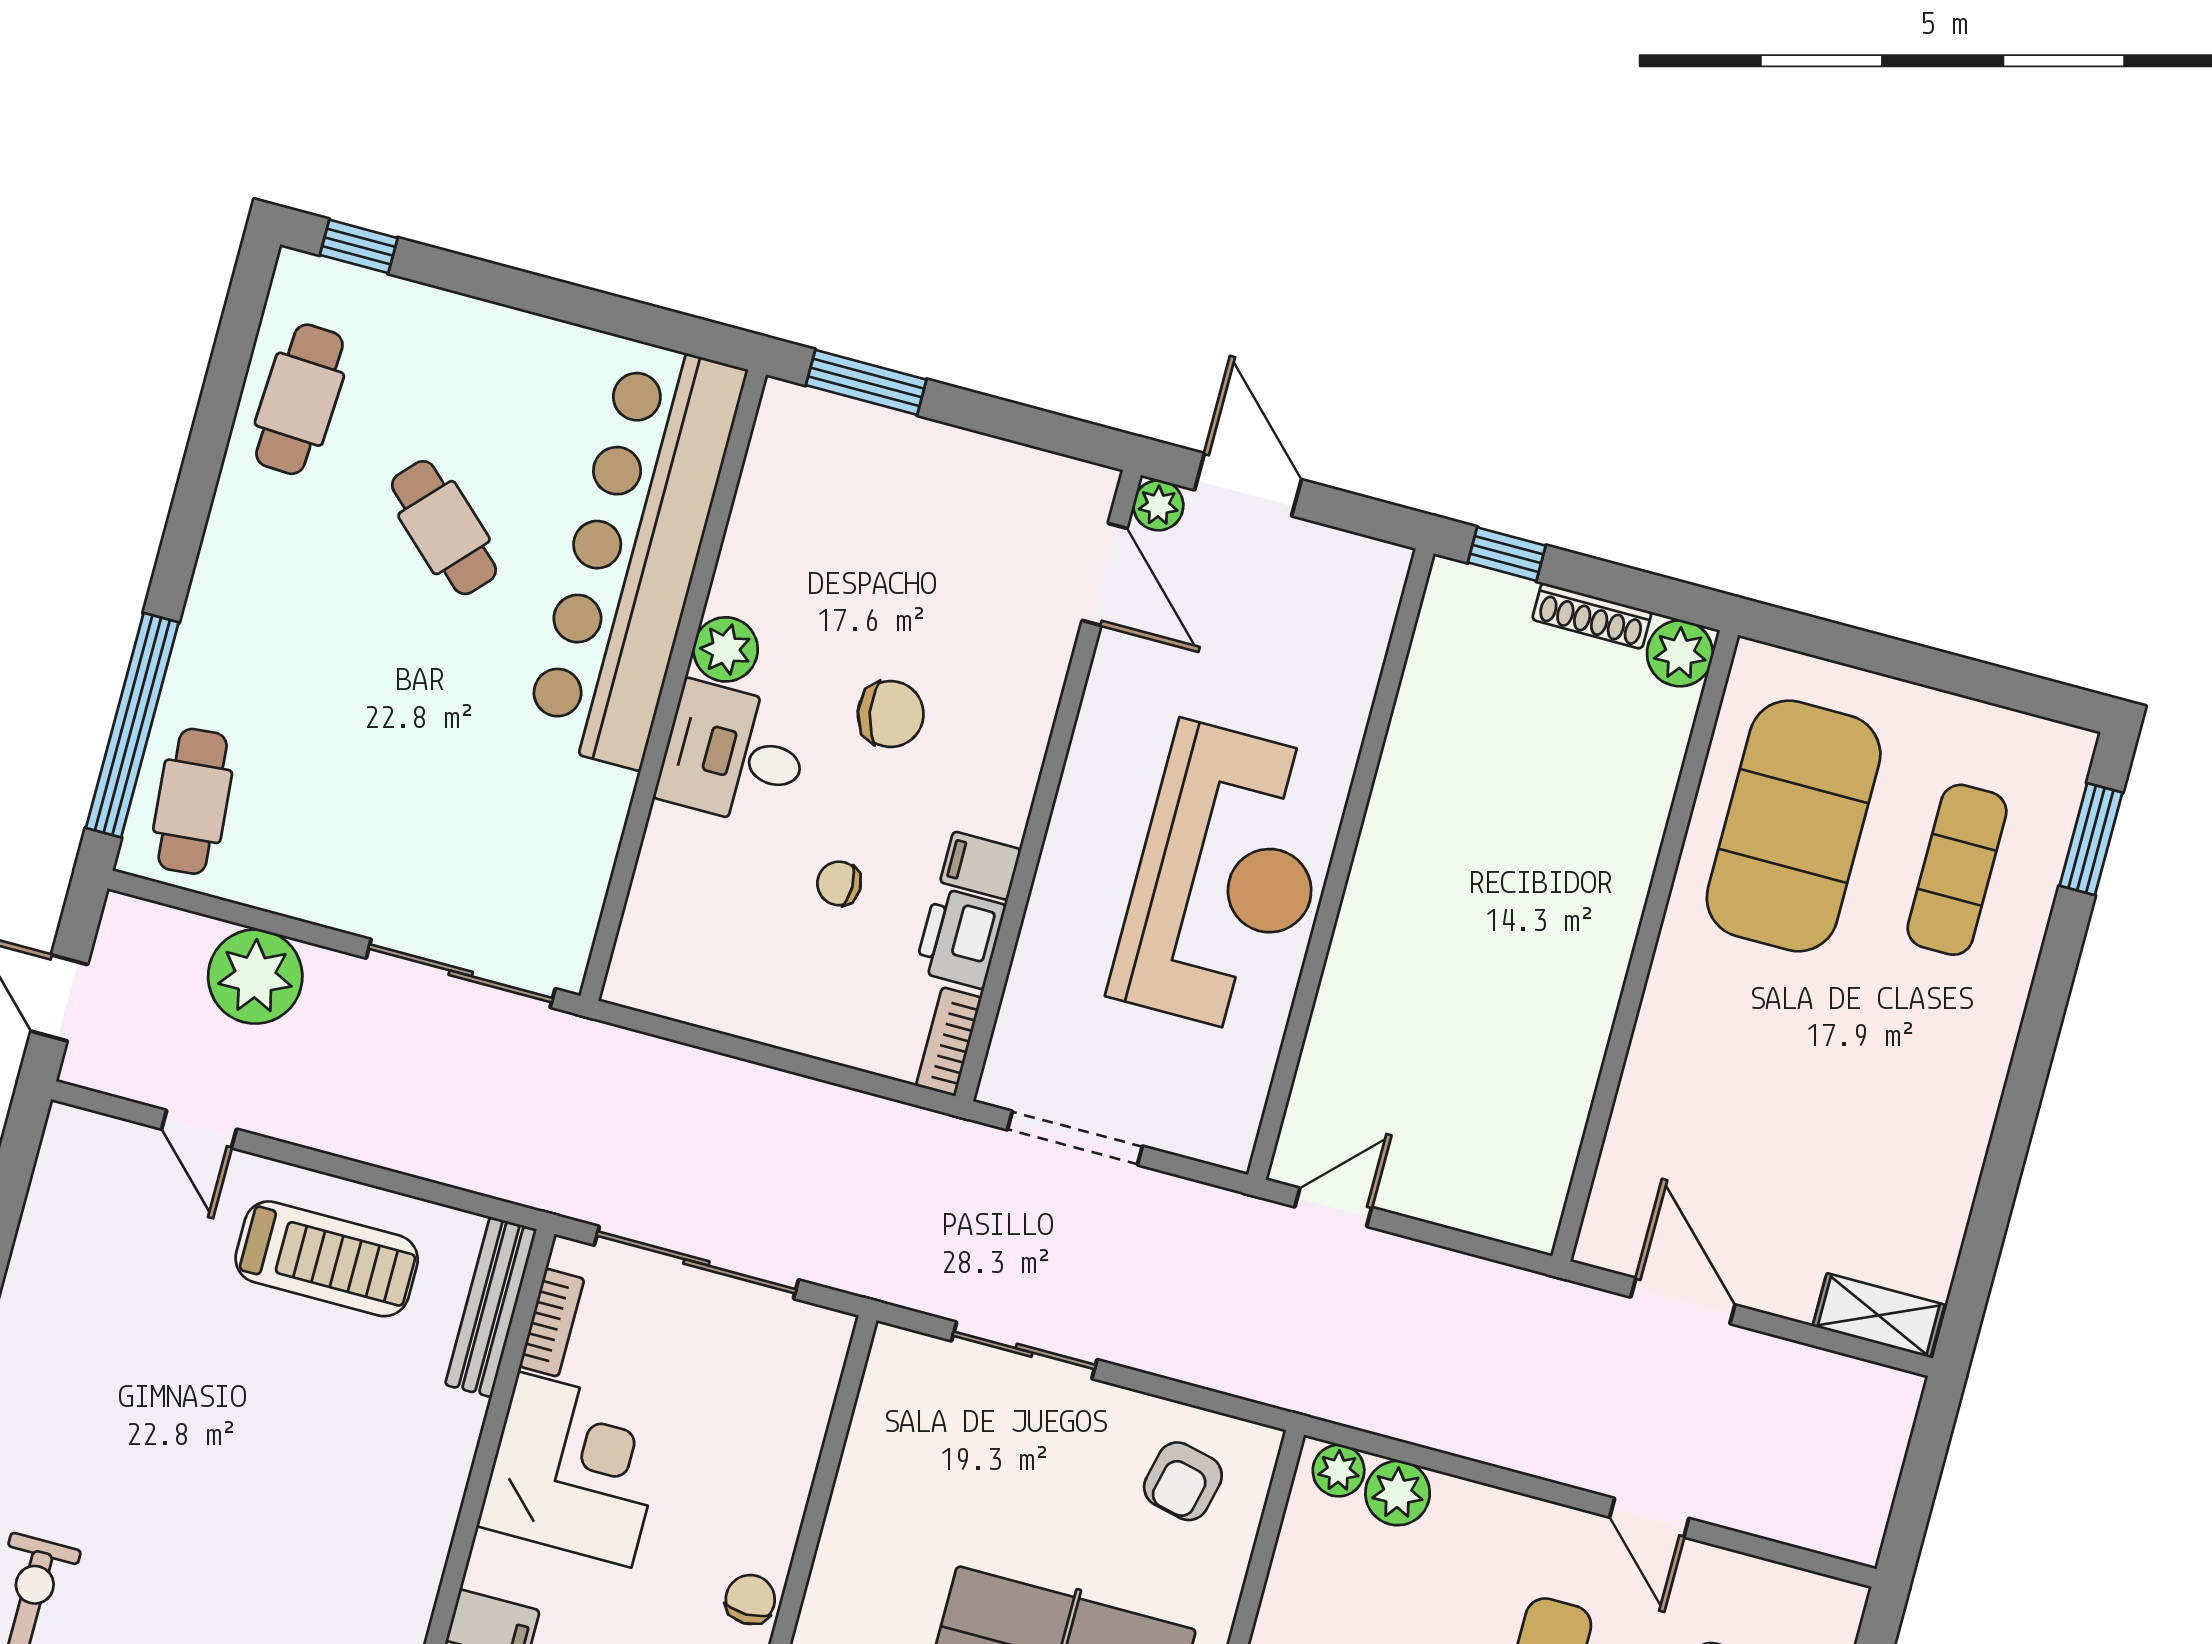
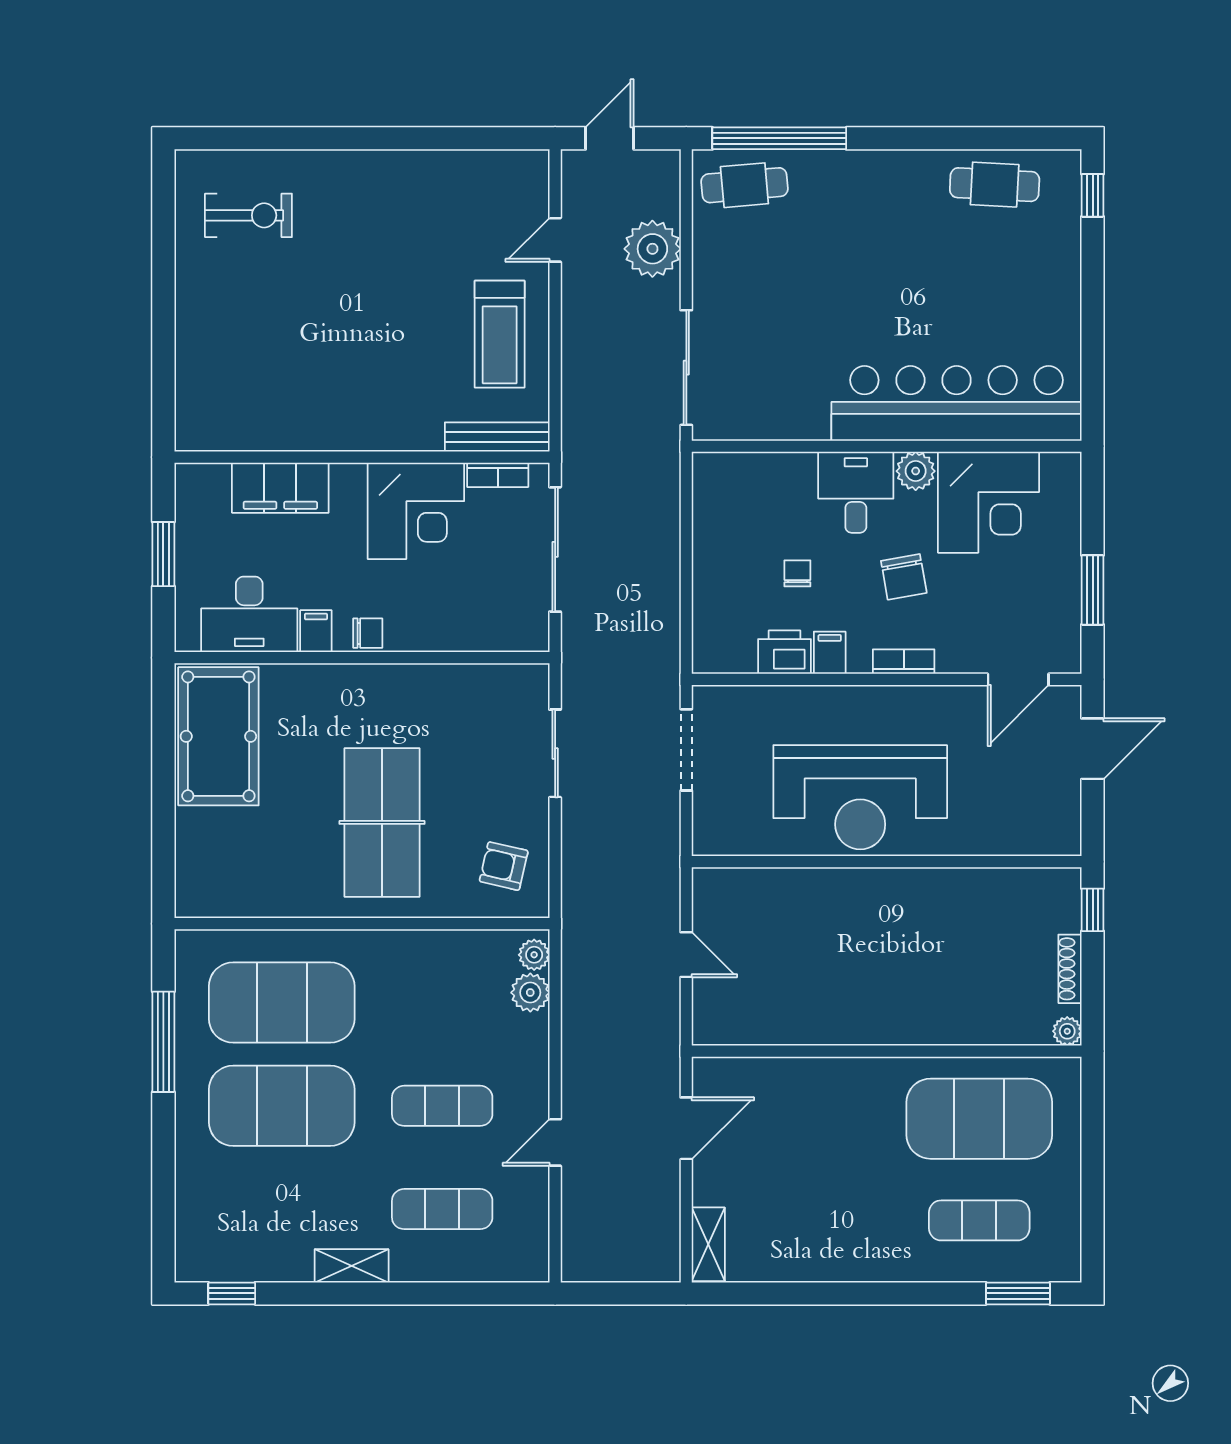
window: (866, 382) -> (1093, 590), moved
plant: (1158, 505) -> (1067, 700), removed
cafe table: (444, 528) -> (943, 289), removed
corner desk: (807, 546) -> (988, 502), added
plant: (1680, 653) -> (1067, 1031), width x0.73, depth x0.73
bookcase: (949, 1042) -> (904, 662), moved
door: (1333, 1207) -> (686, 955), moved

